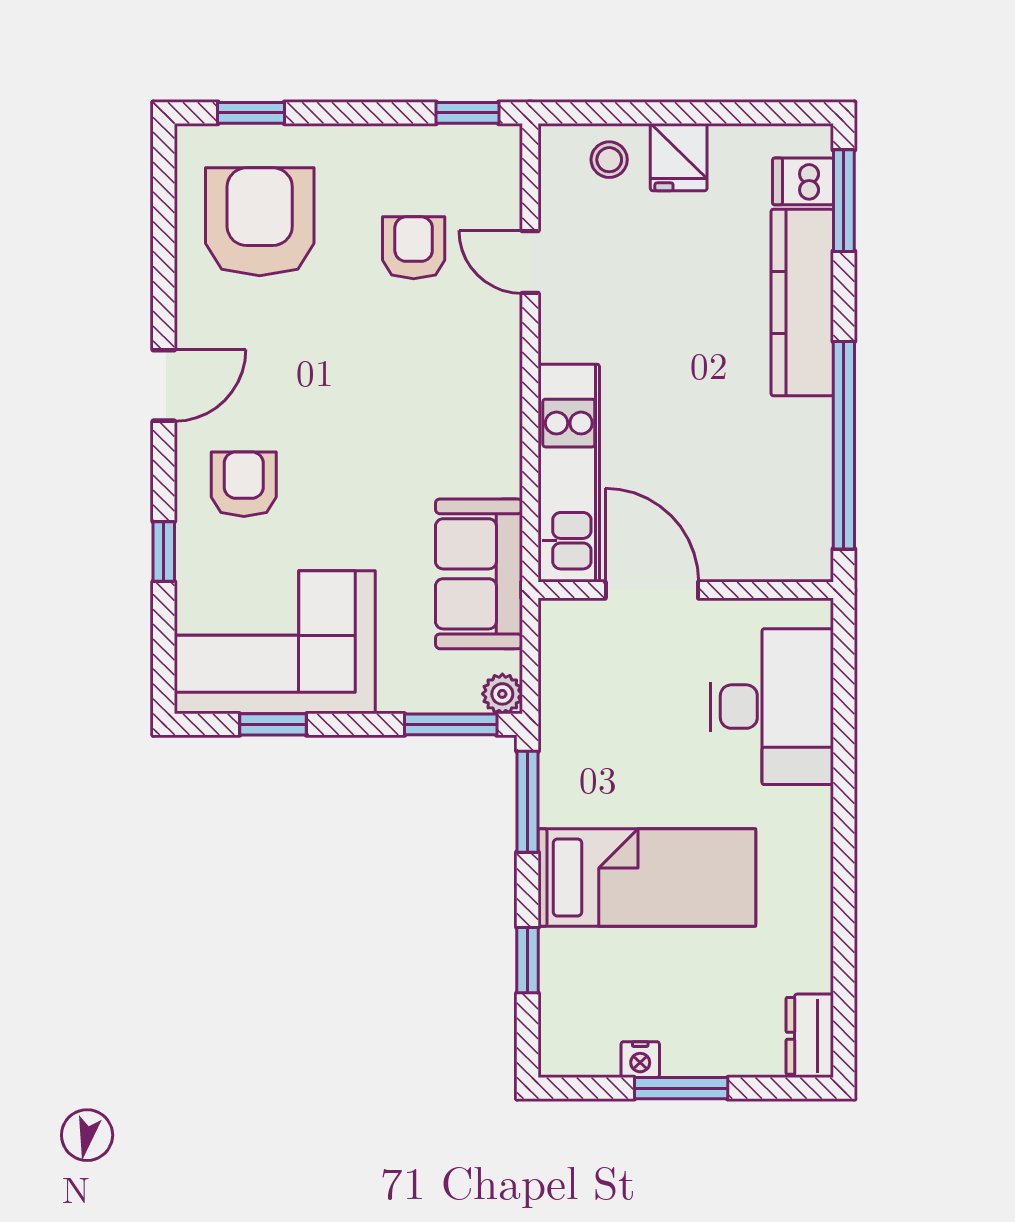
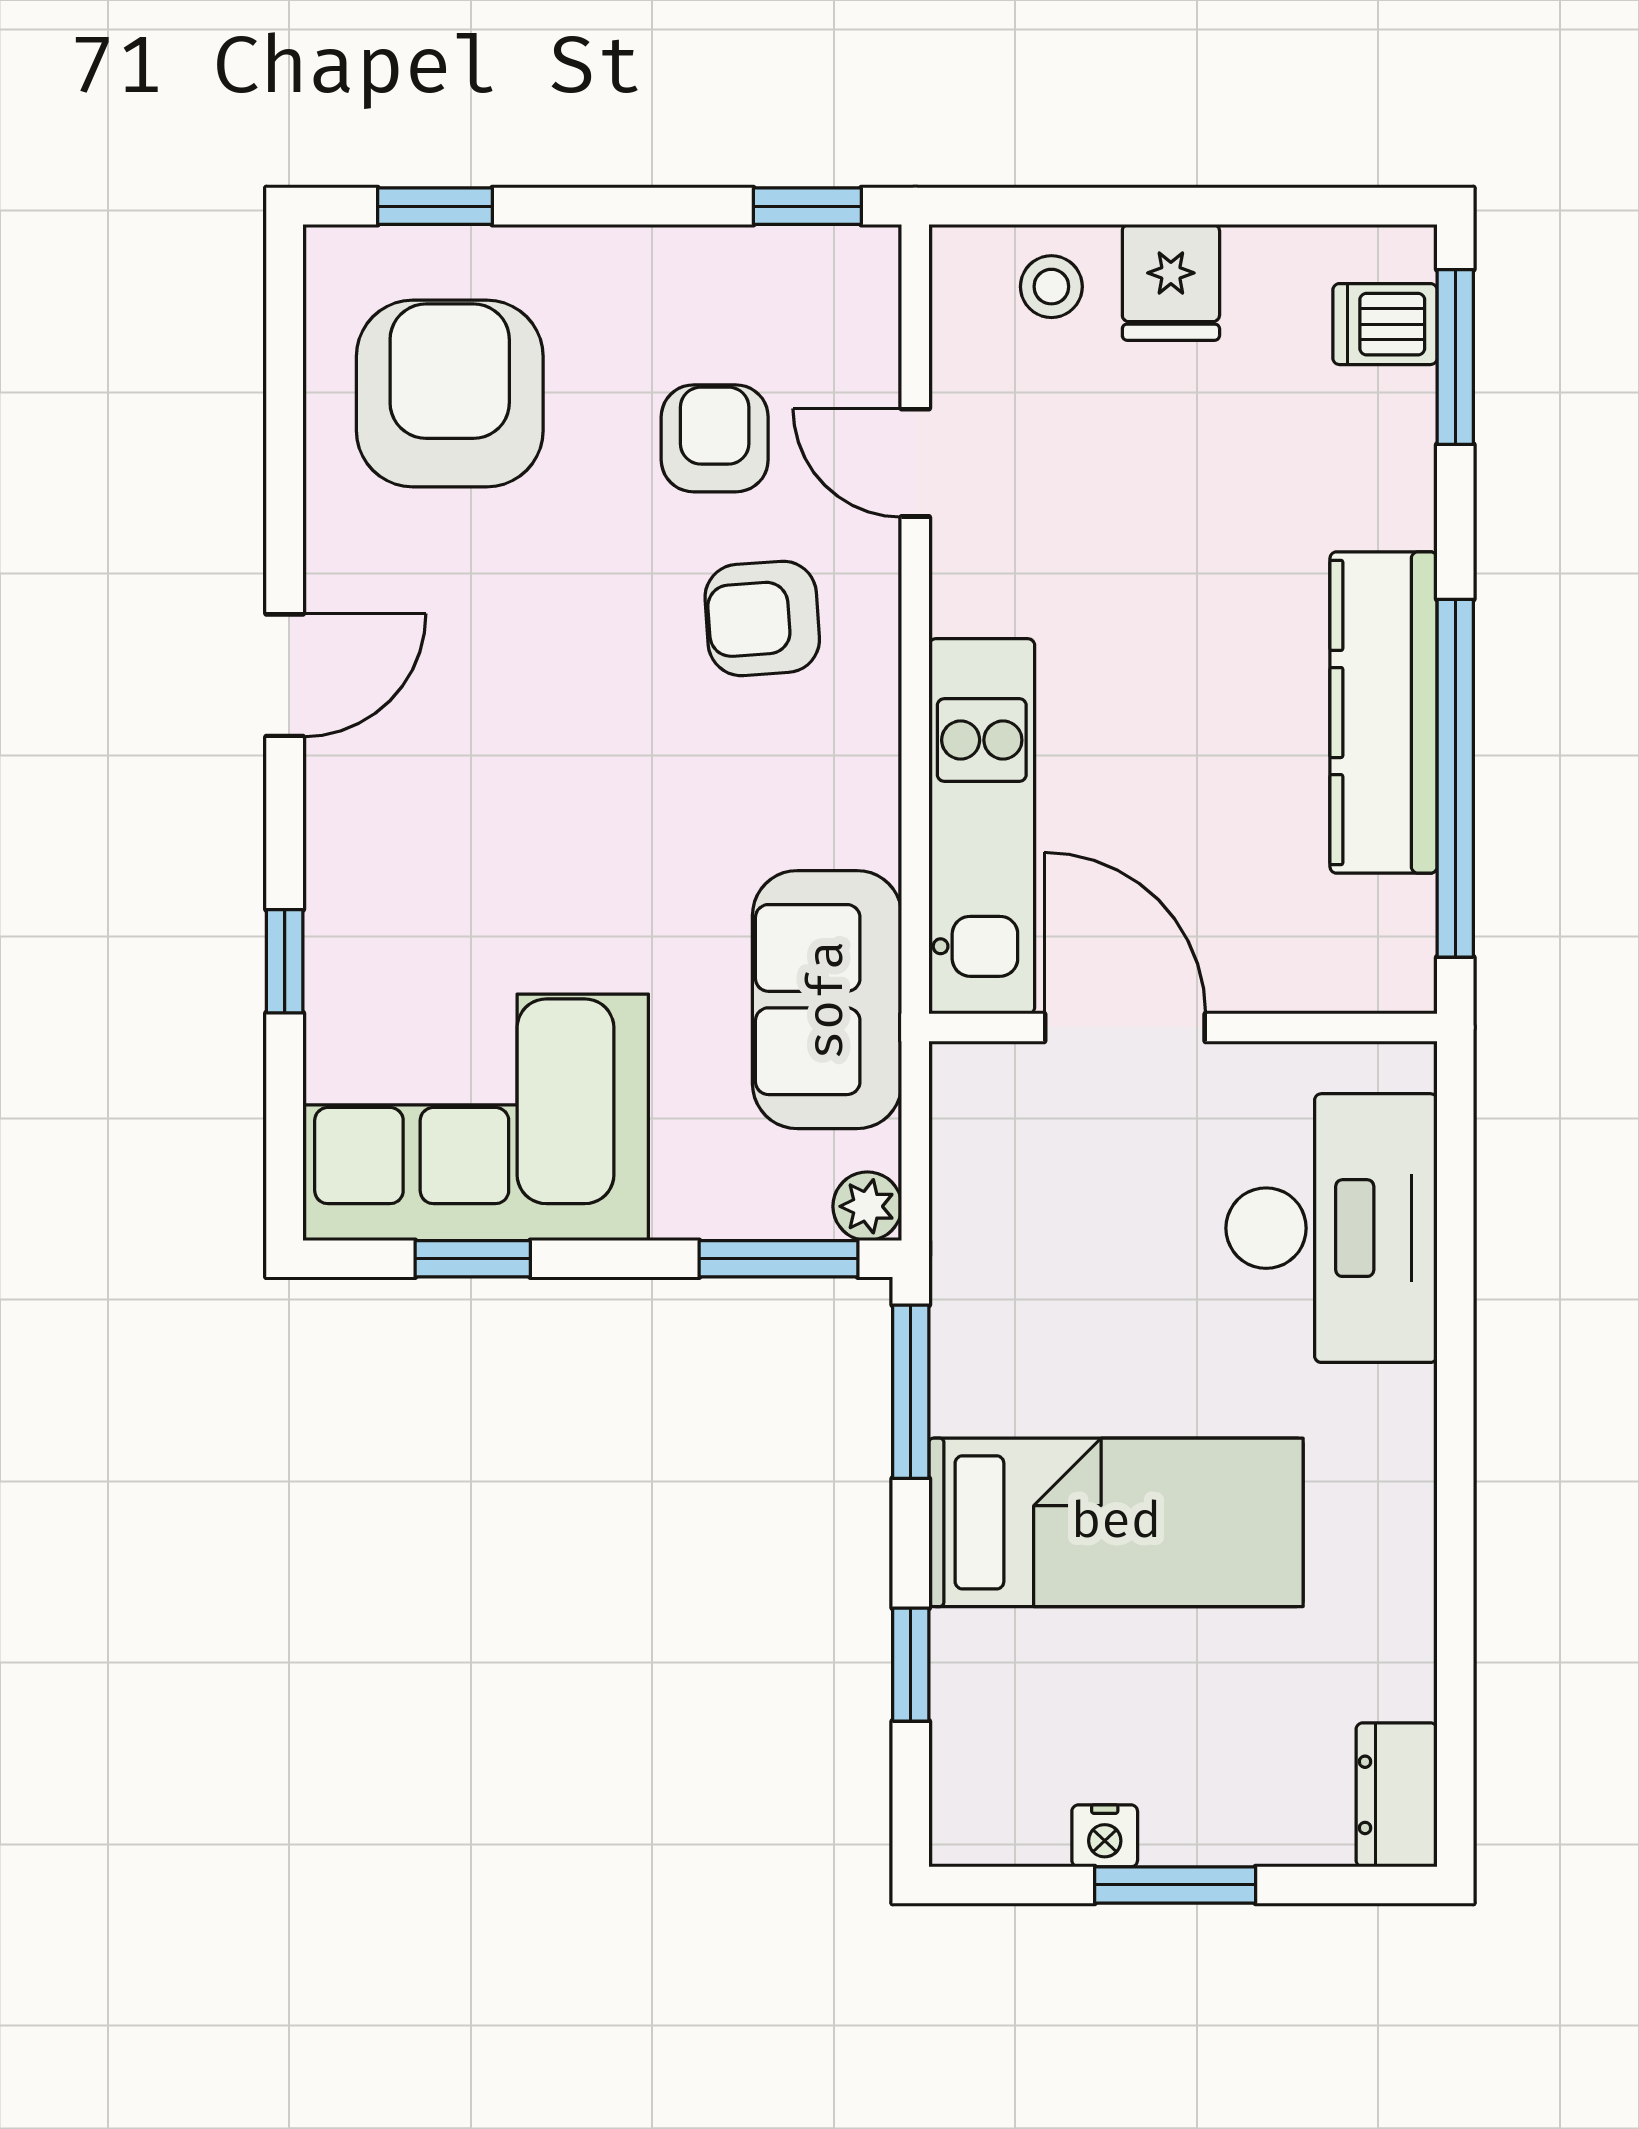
kitchen counter: (802, 303) -> (1384, 713), moved
armchair: (244, 484) -> (762, 618), moved, turned -94

